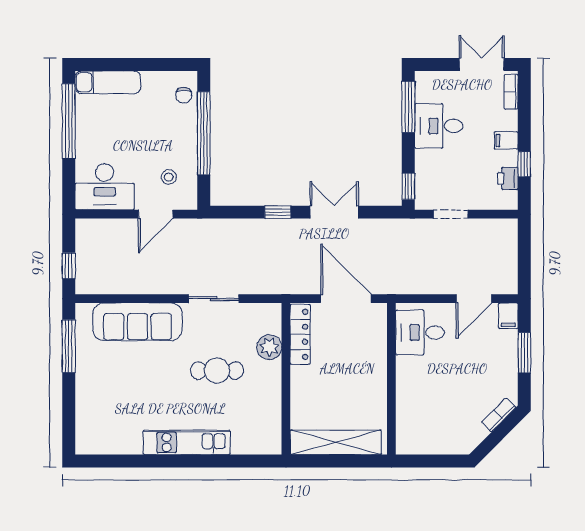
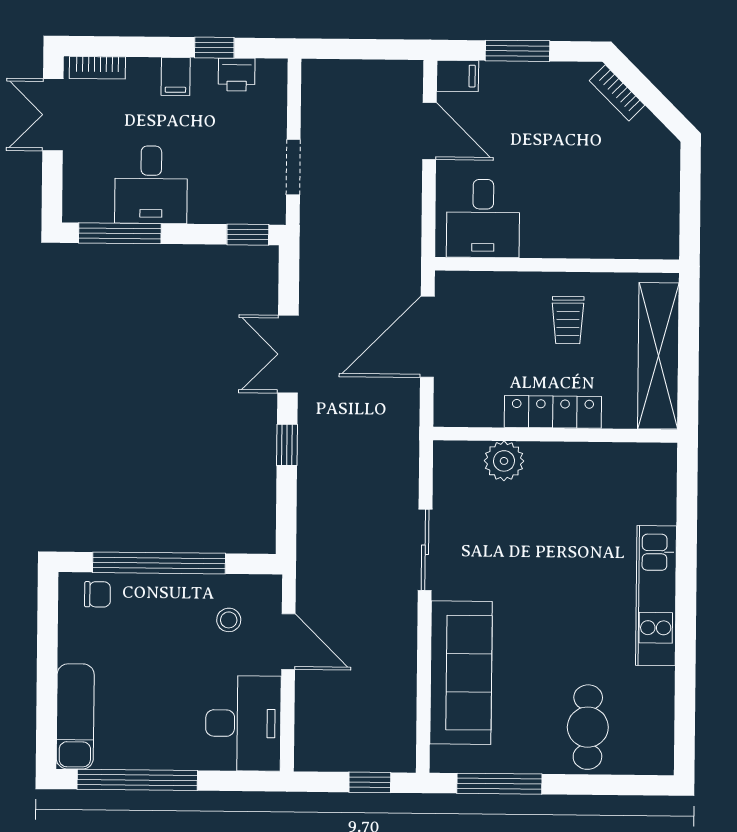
locker: (300, 334) -> (553, 412), moved
cafe table: (217, 371) -> (588, 727), moved
trolley: (357, 386) -> (568, 320), added

